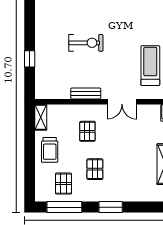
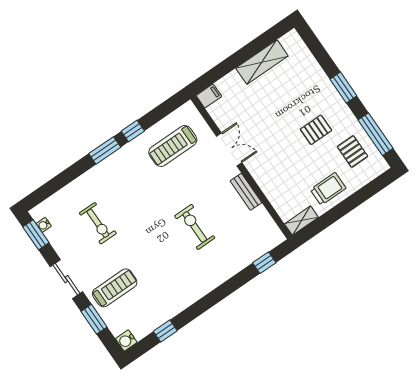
window: (30, 59) -> (264, 263), moved
pallet: (87, 131) -> (283, 164), removed
pallet: (63, 184) -> (352, 151), turned 90

